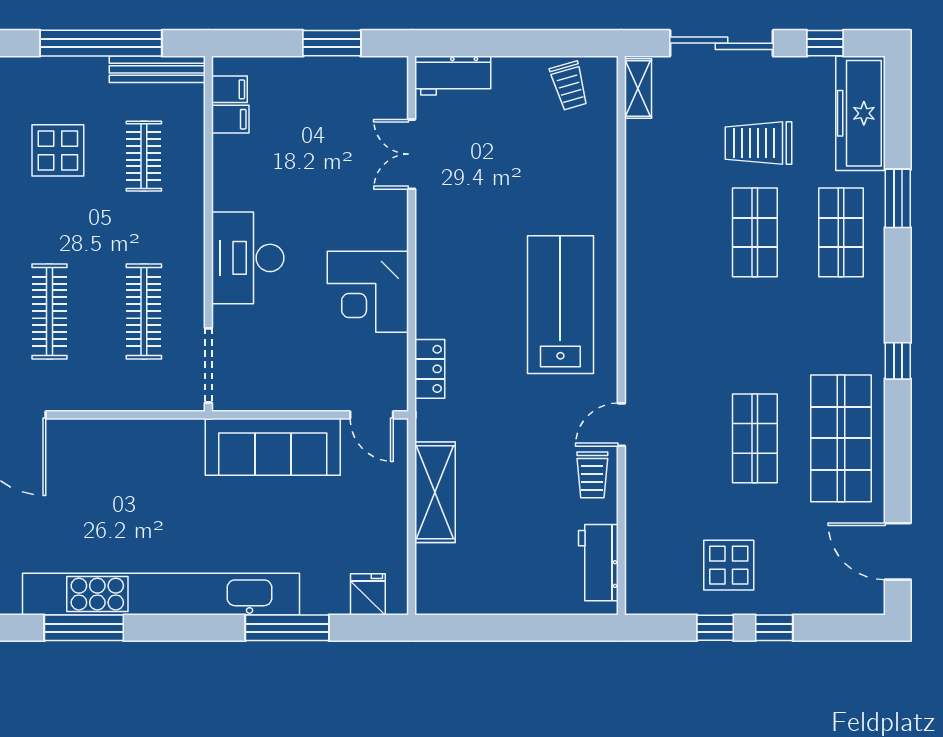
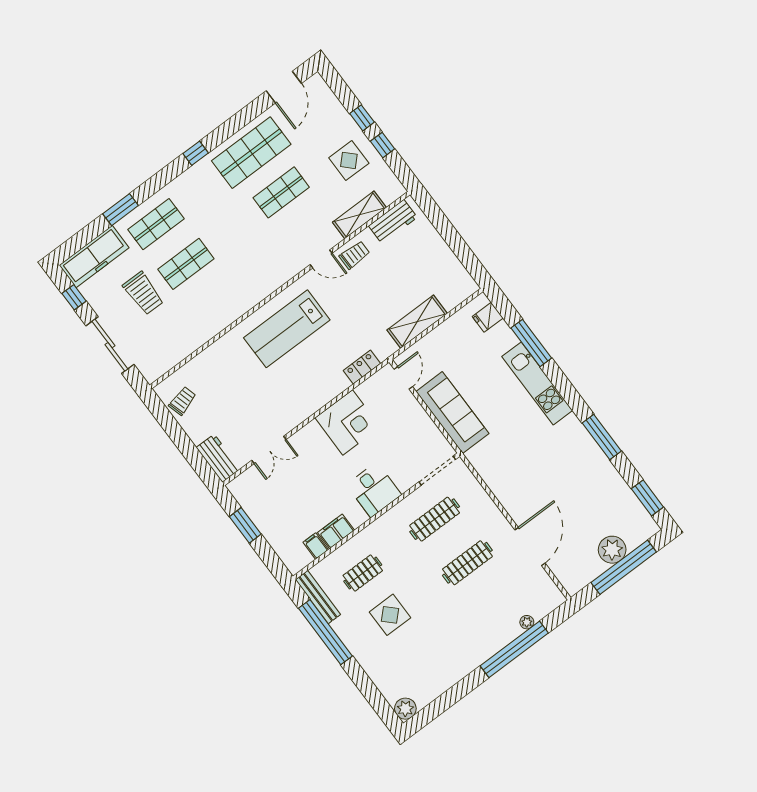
shelving: (638, 88) -> (359, 215), moved, width x1.50, depth x1.33
filing cabinet: (229, 89) -> (336, 531), moved, width x2.00
desk: (248, 258) -> (374, 490), width x0.73
kitchen unit: (161, 594) -> (537, 384), width x0.54

